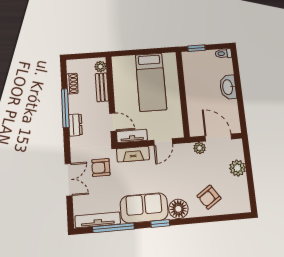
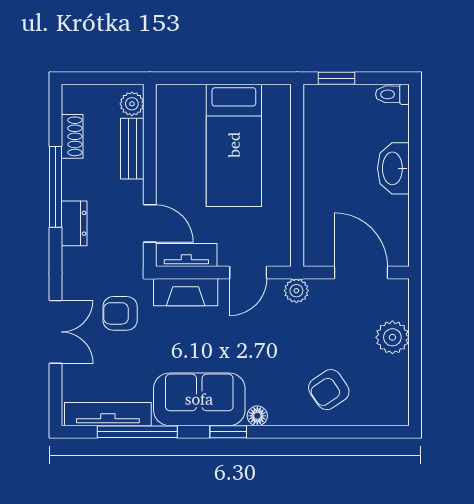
plant: (200, 148) -> (296, 291), moved
floor lamp: (178, 209) -> (257, 416), width x0.53, depth x0.53

